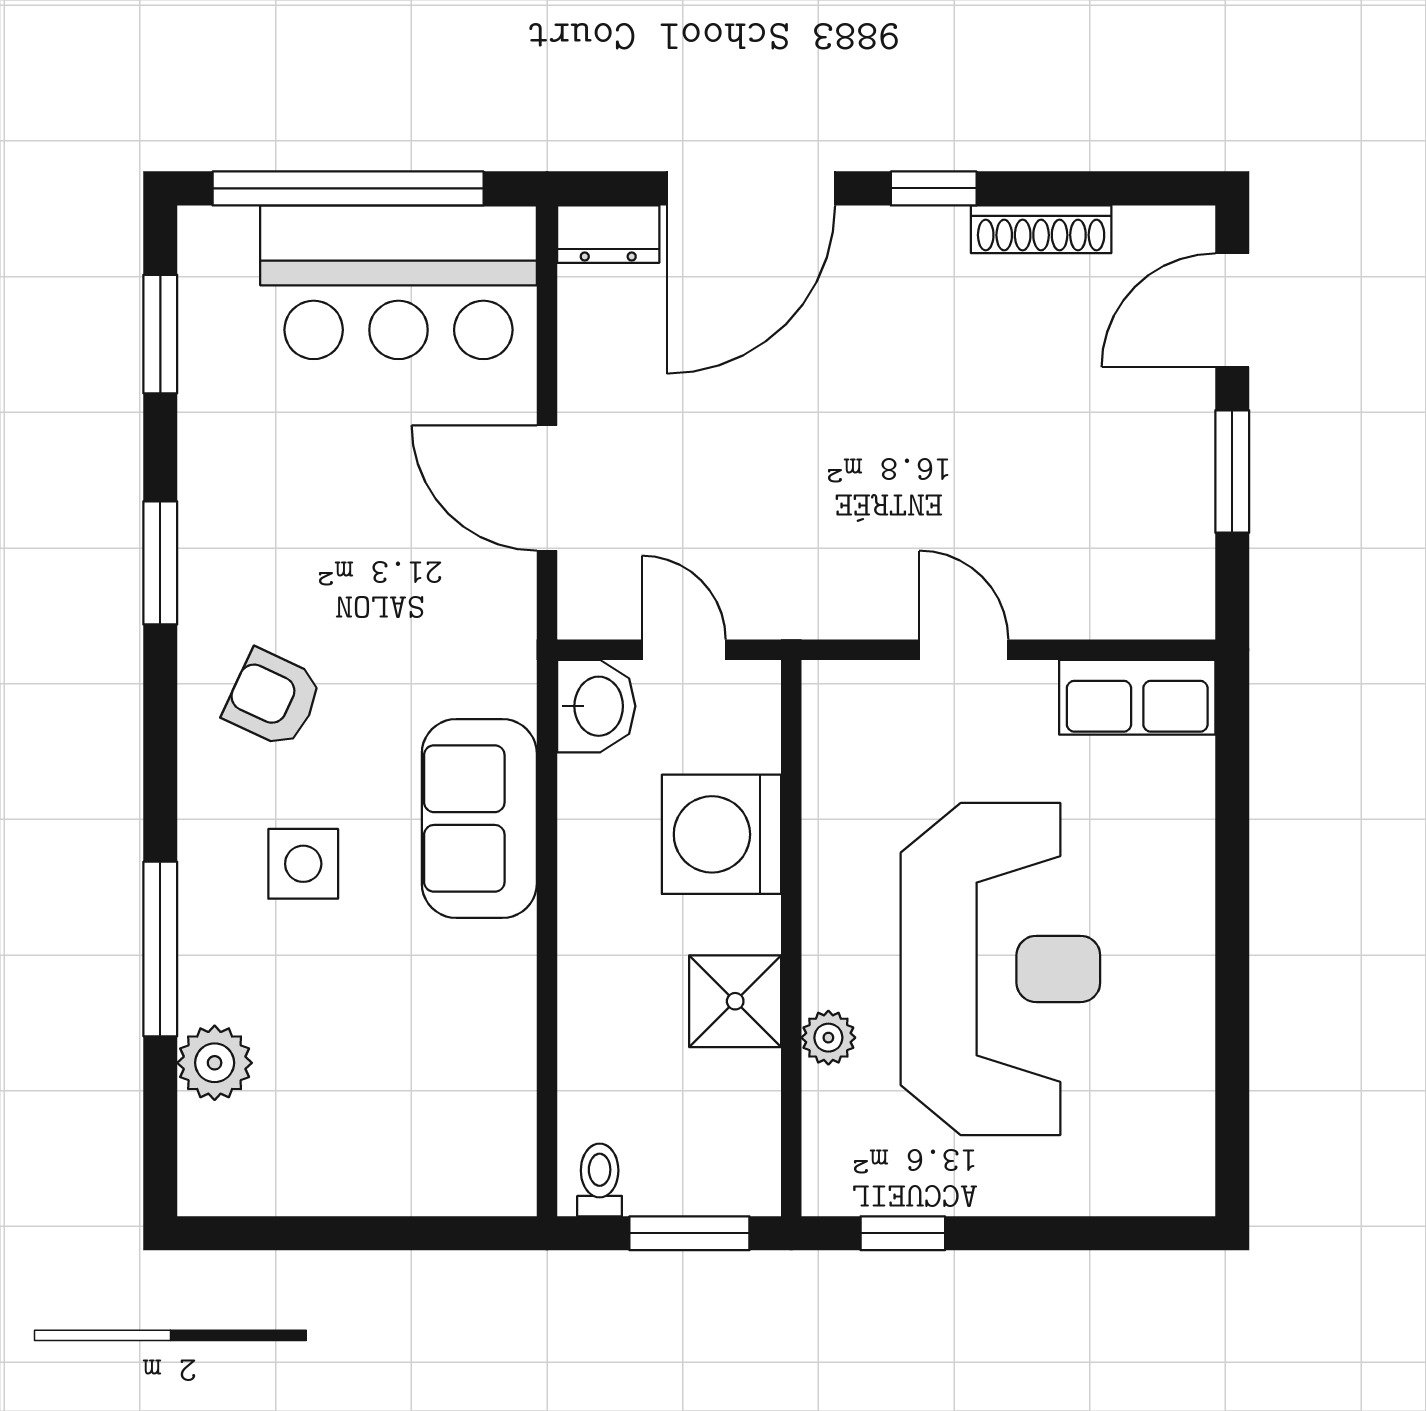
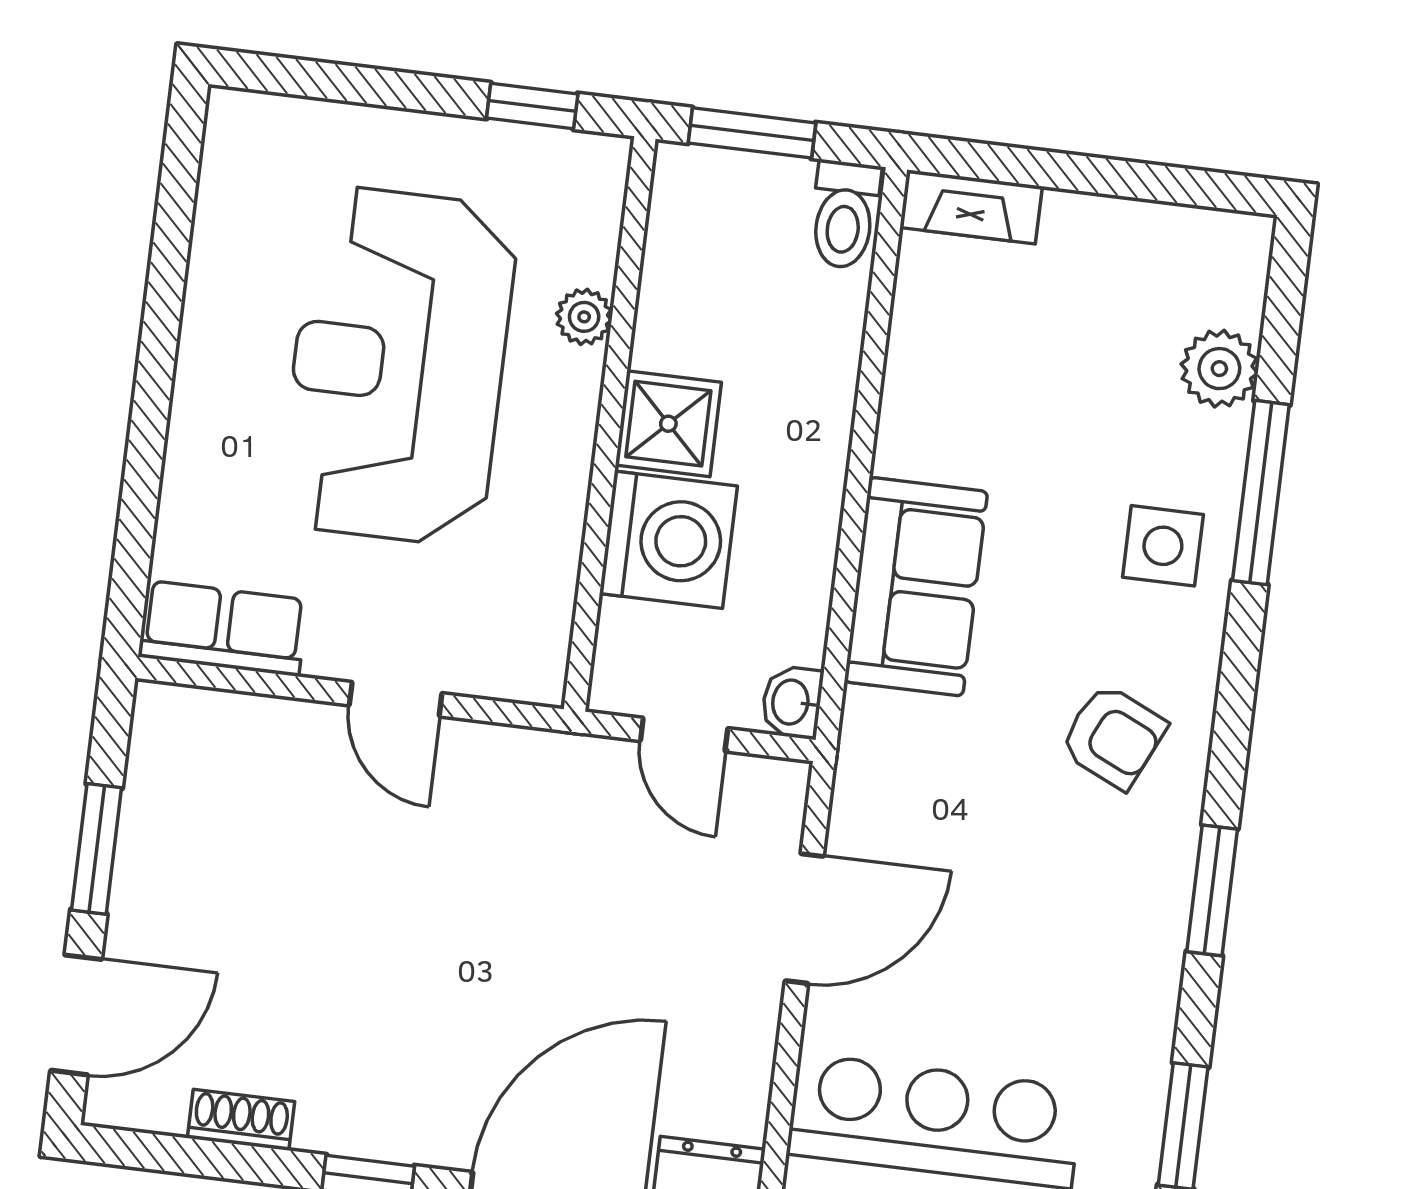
shoe rack: (1041, 229) -> (241, 1120), width x0.70
door: (547, 488) -> (804, 919), hinge flipped
washbasin: (596, 706) -> (792, 702), width x0.72, depth x0.69
side table: (303, 864) -> (1163, 546), moved
shower: (735, 1001) -> (668, 424), moved
toilet: (600, 1180) -> (844, 215), width x1.37, depth x1.39
fireplace: (471, 1188) -> (971, 207), added

